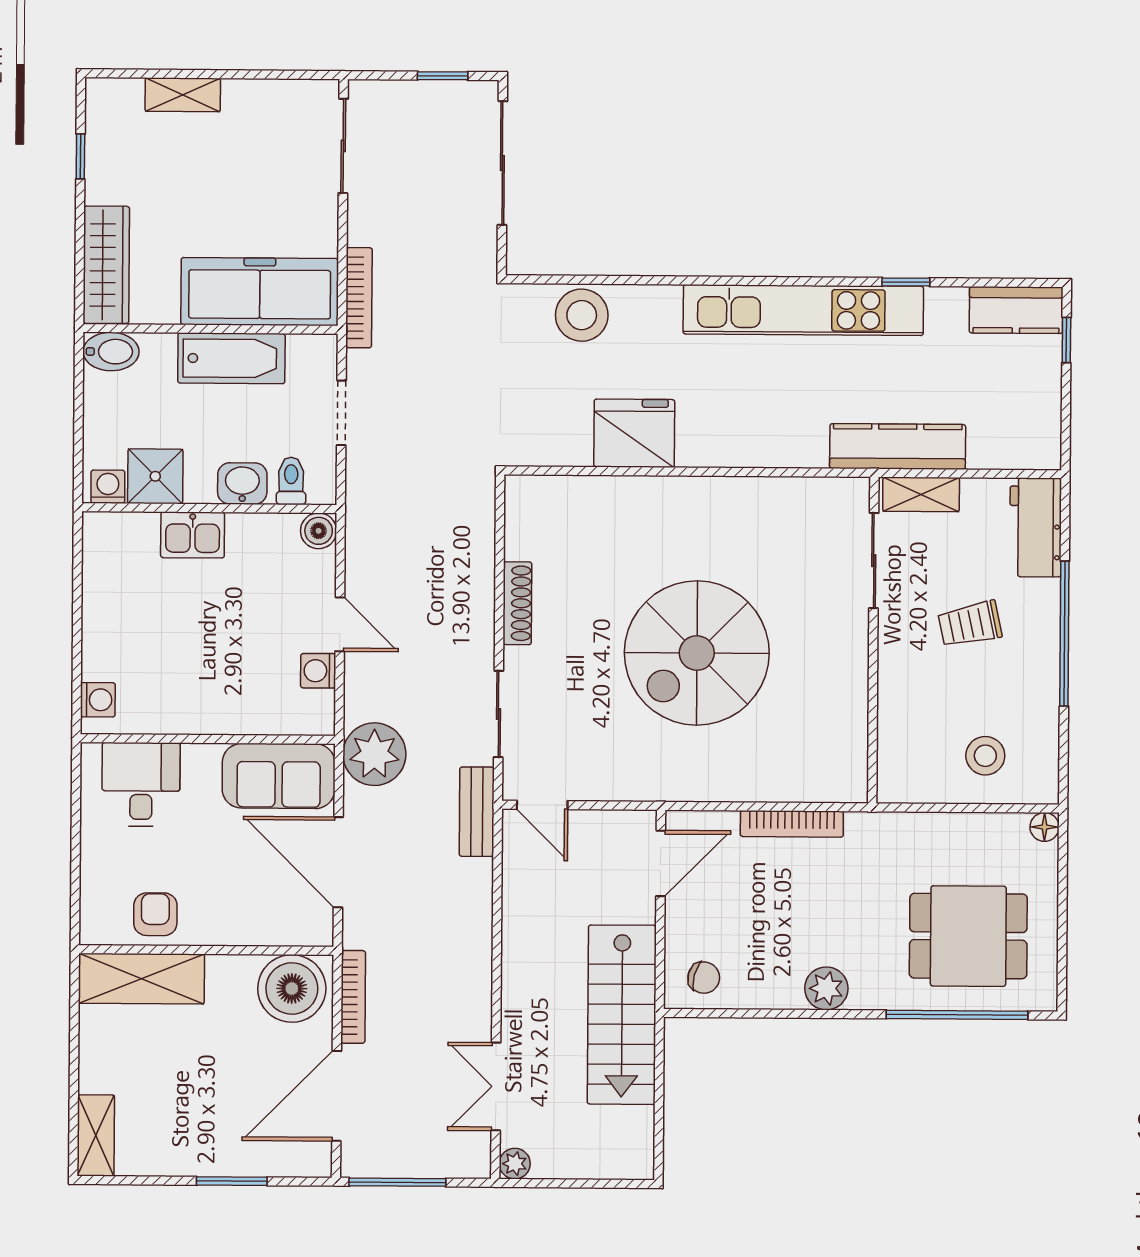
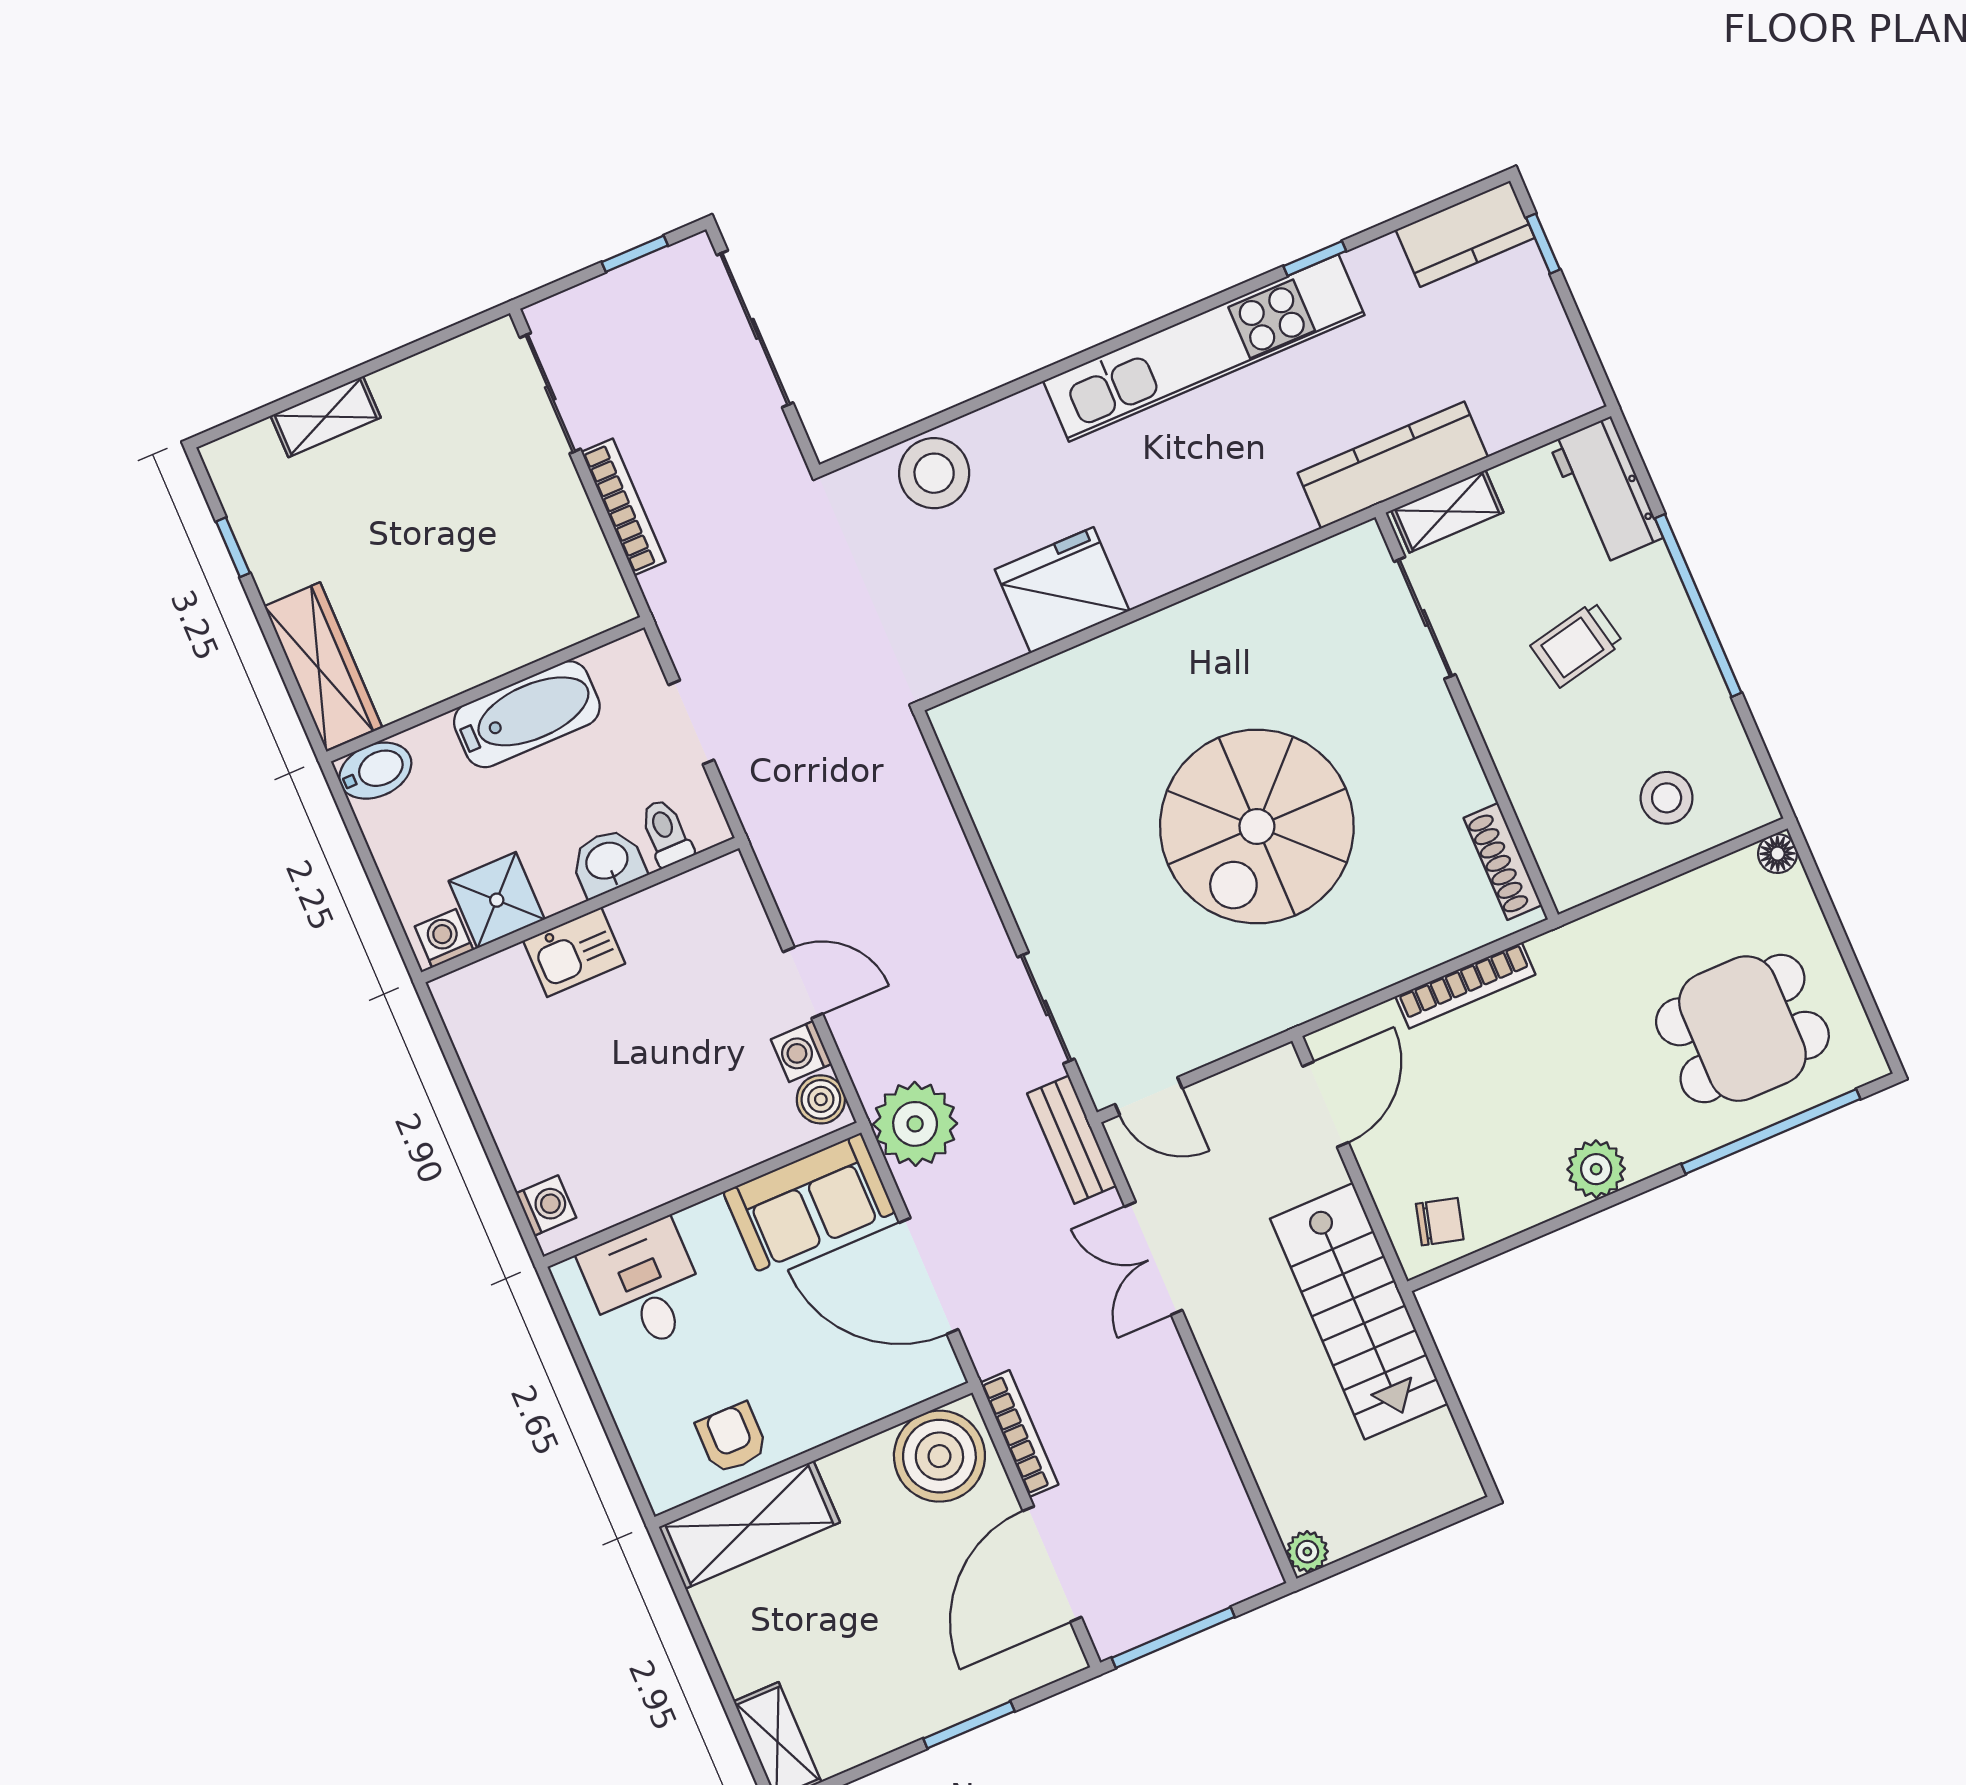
freezer: (260, 292) -> (526, 617), removed
bookcase: (359, 298) -> (623, 507), moved
boiler: (319, 531) -> (821, 1099), moved
shoe rack: (517, 603) -> (1503, 862), moved, turned 180
double door: (496, 1086) -> (1153, 1258), moved

